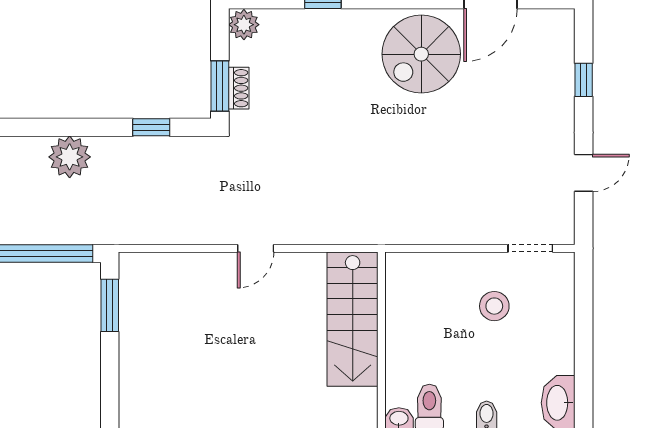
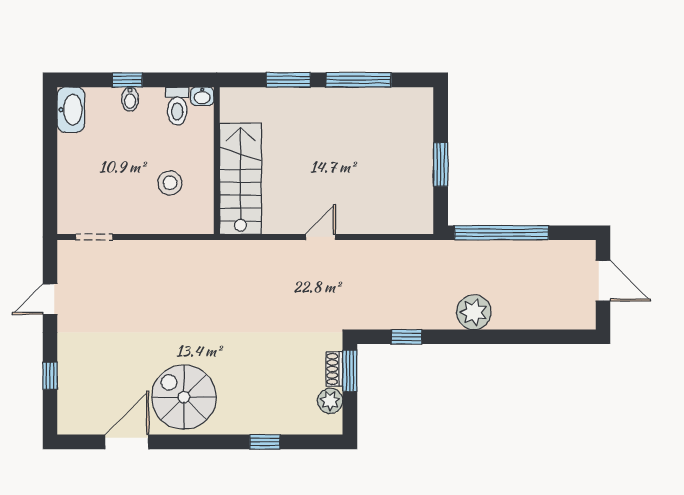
plant: (244, 25) -> (330, 401), moved
spiral stairs: (421, 54) -> (184, 397), turned -90
window: (110, 305) -> (441, 164), moved
stool: (494, 306) -> (170, 183), moved

